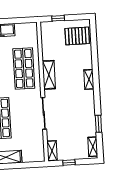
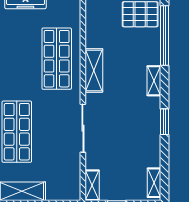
window: (94, 49) -> (165, 35), added
window: (98, 124) -> (165, 122), moved

